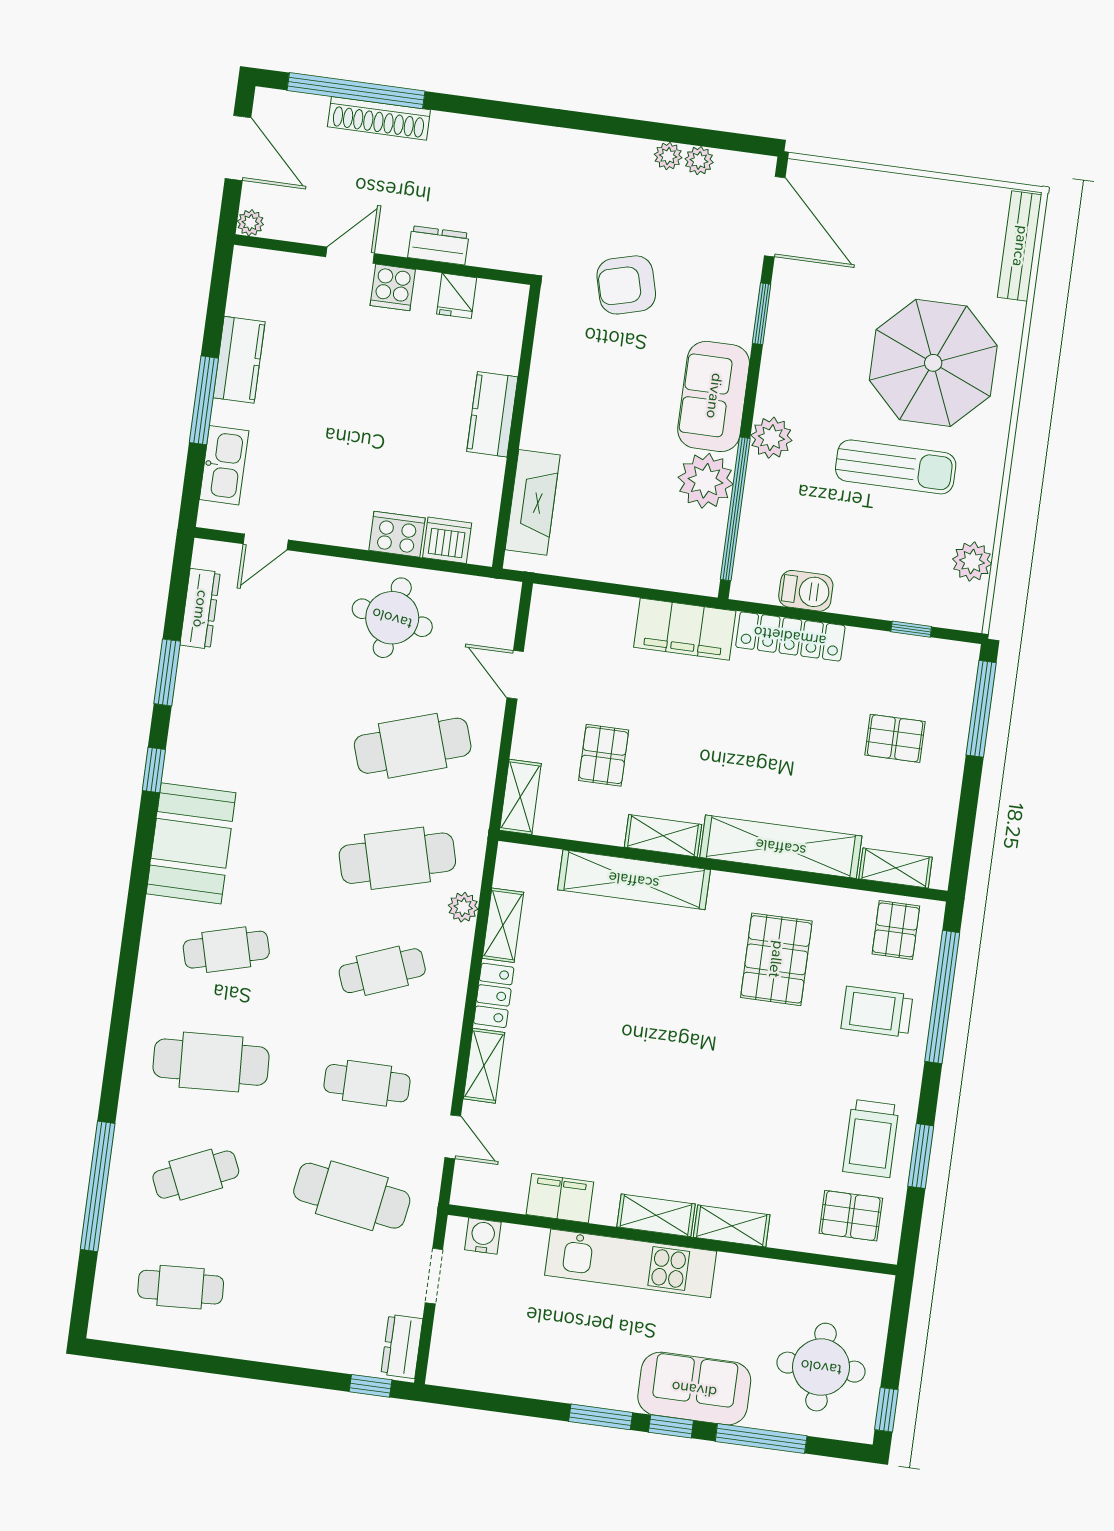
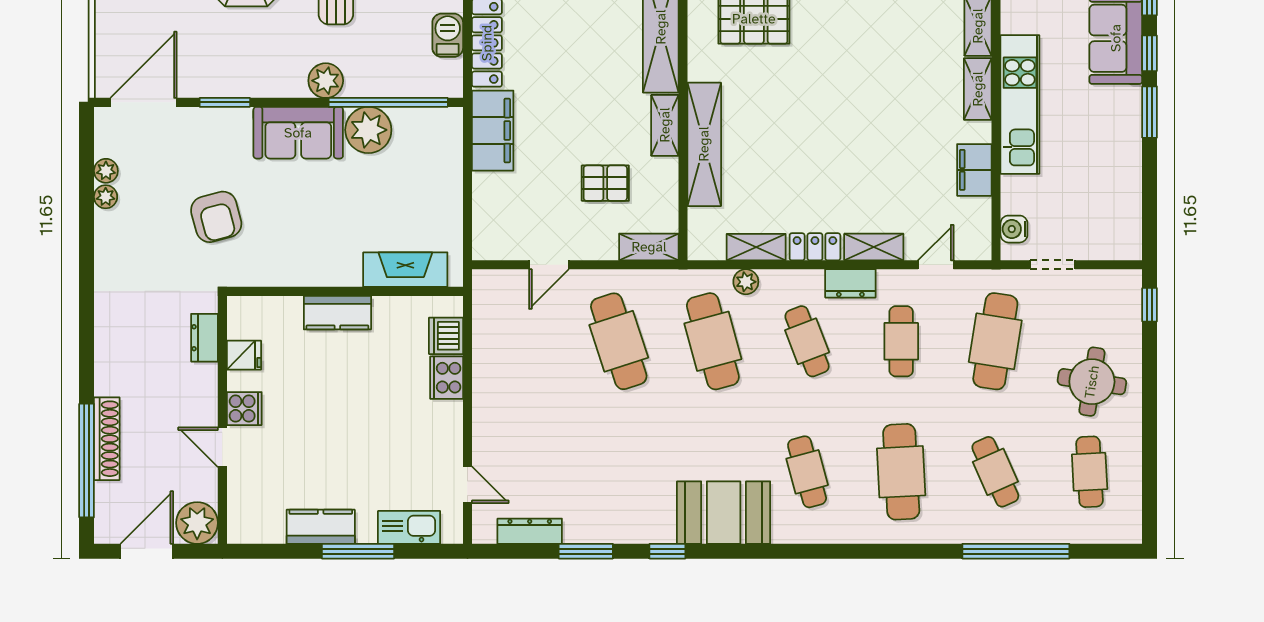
plant: (250, 223) -> (197, 523), width x1.88, depth x1.88
dresser: (438, 245) -> (205, 338), moved
round table: (392, 618) -> (1092, 382), moved
dresser: (402, 1346) -> (850, 283), moved

